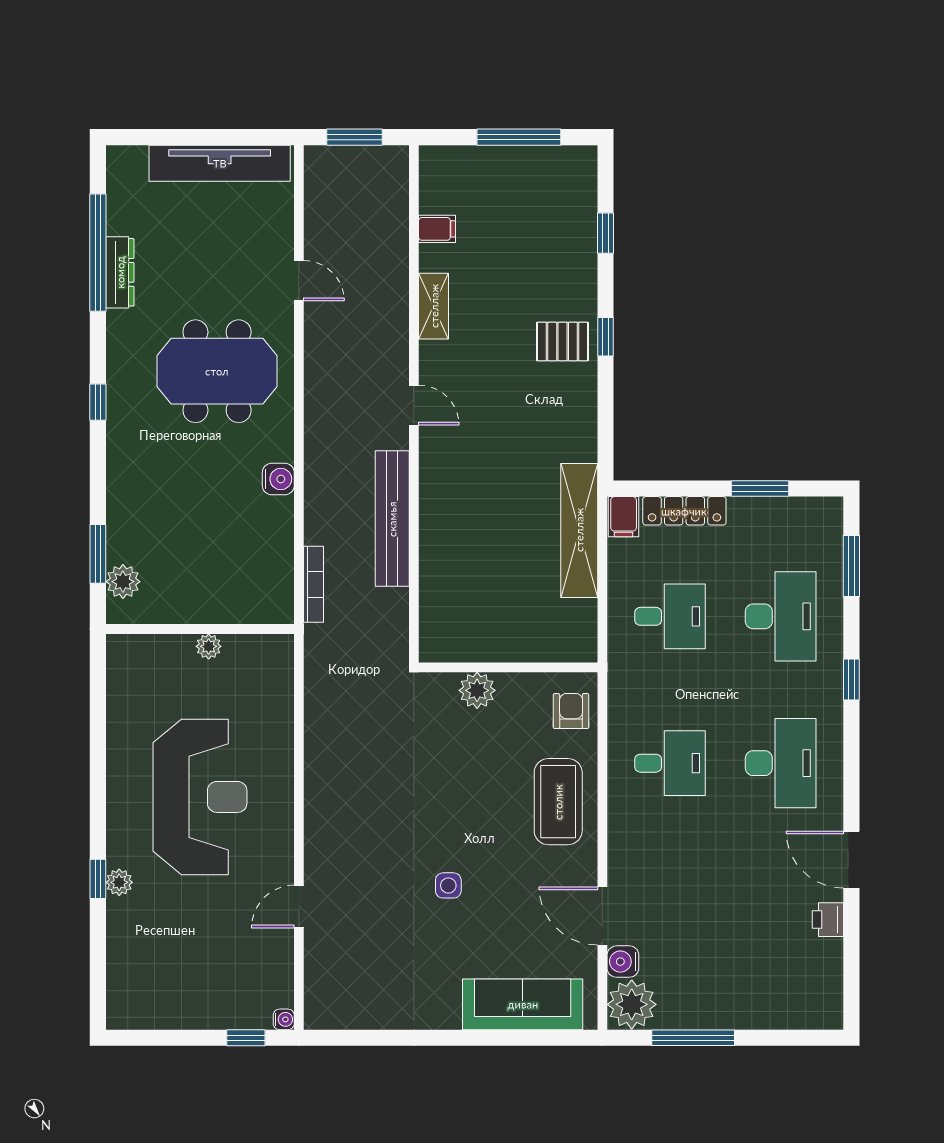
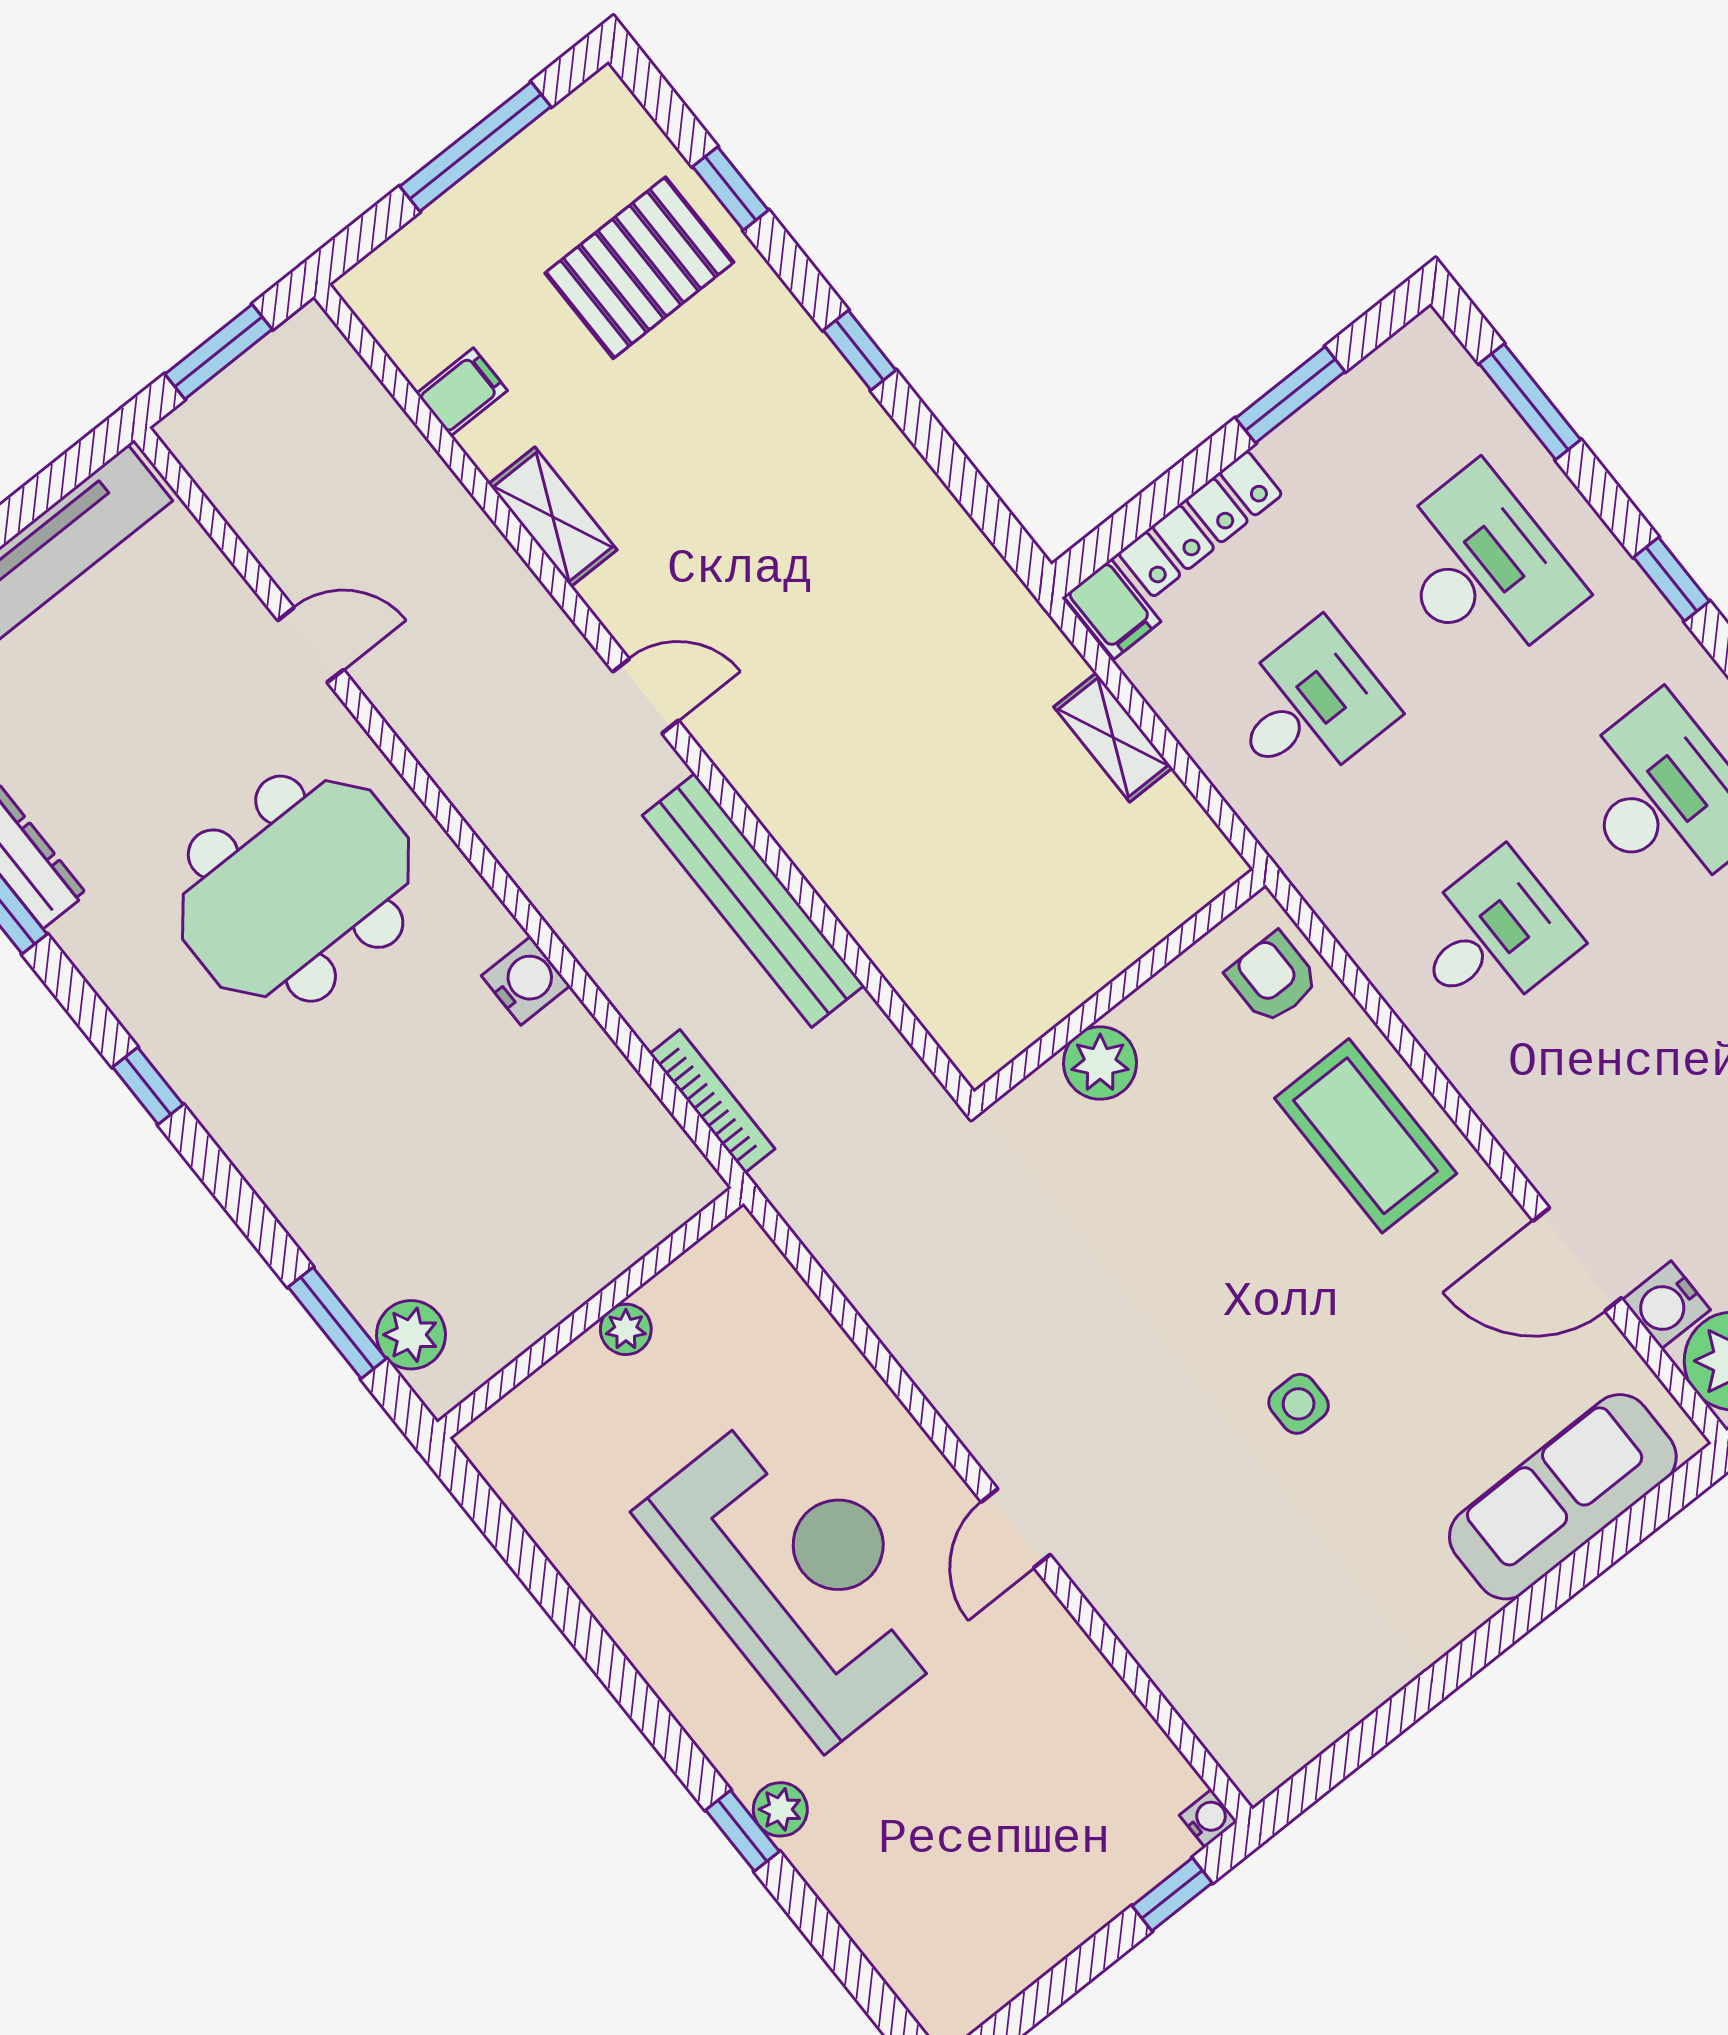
pallet: (563, 341) -> (639, 268), moved, width x1.50, depth x1.42
shelving: (579, 530) -> (1113, 737), width x0.45, depth x0.75
door: (299, 907) -> (1016, 1528), moved

